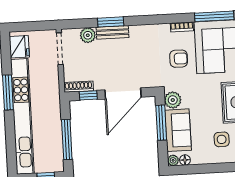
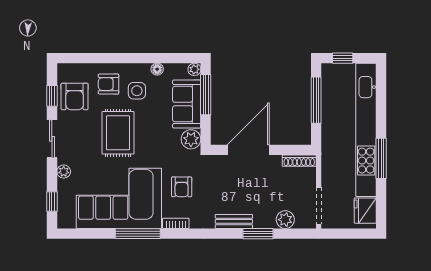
bench: (113, 32) -> (234, 221), moved
armchair: (179, 59) -> (182, 187), turned -90
window: (88, 95) -> (289, 150), removed
window: (161, 123) -> (206, 95), moved
floor lamp: (185, 160) -> (157, 69), moved

